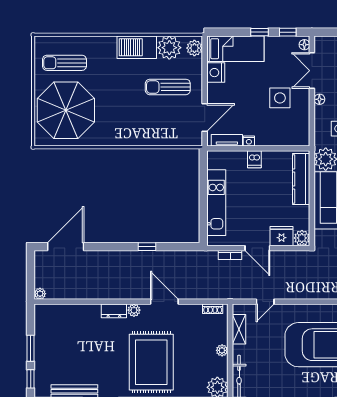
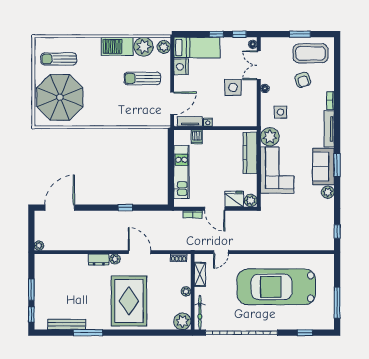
dishwasher: (254, 159) -> (197, 137), moved

